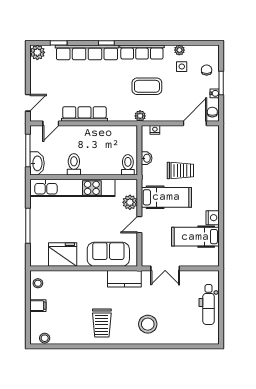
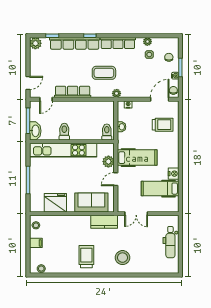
coffee table: (147, 86) -> (104, 73), moved
trolley: (180, 171) -> (163, 125), moved
trolley: (102, 323) -> (86, 257), turned 180

